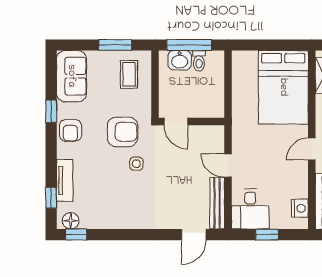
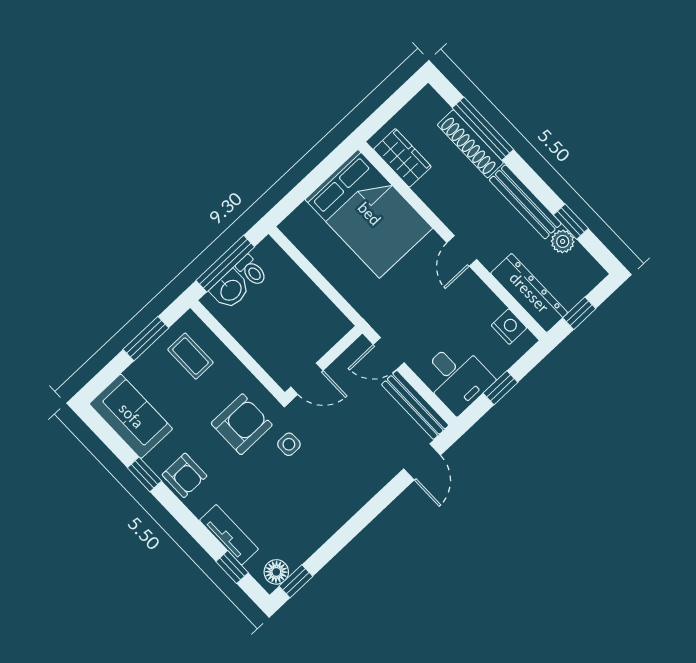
door: (176, 122) -> (307, 379), moved
wall: (191, 122) -> (324, 363), moved

